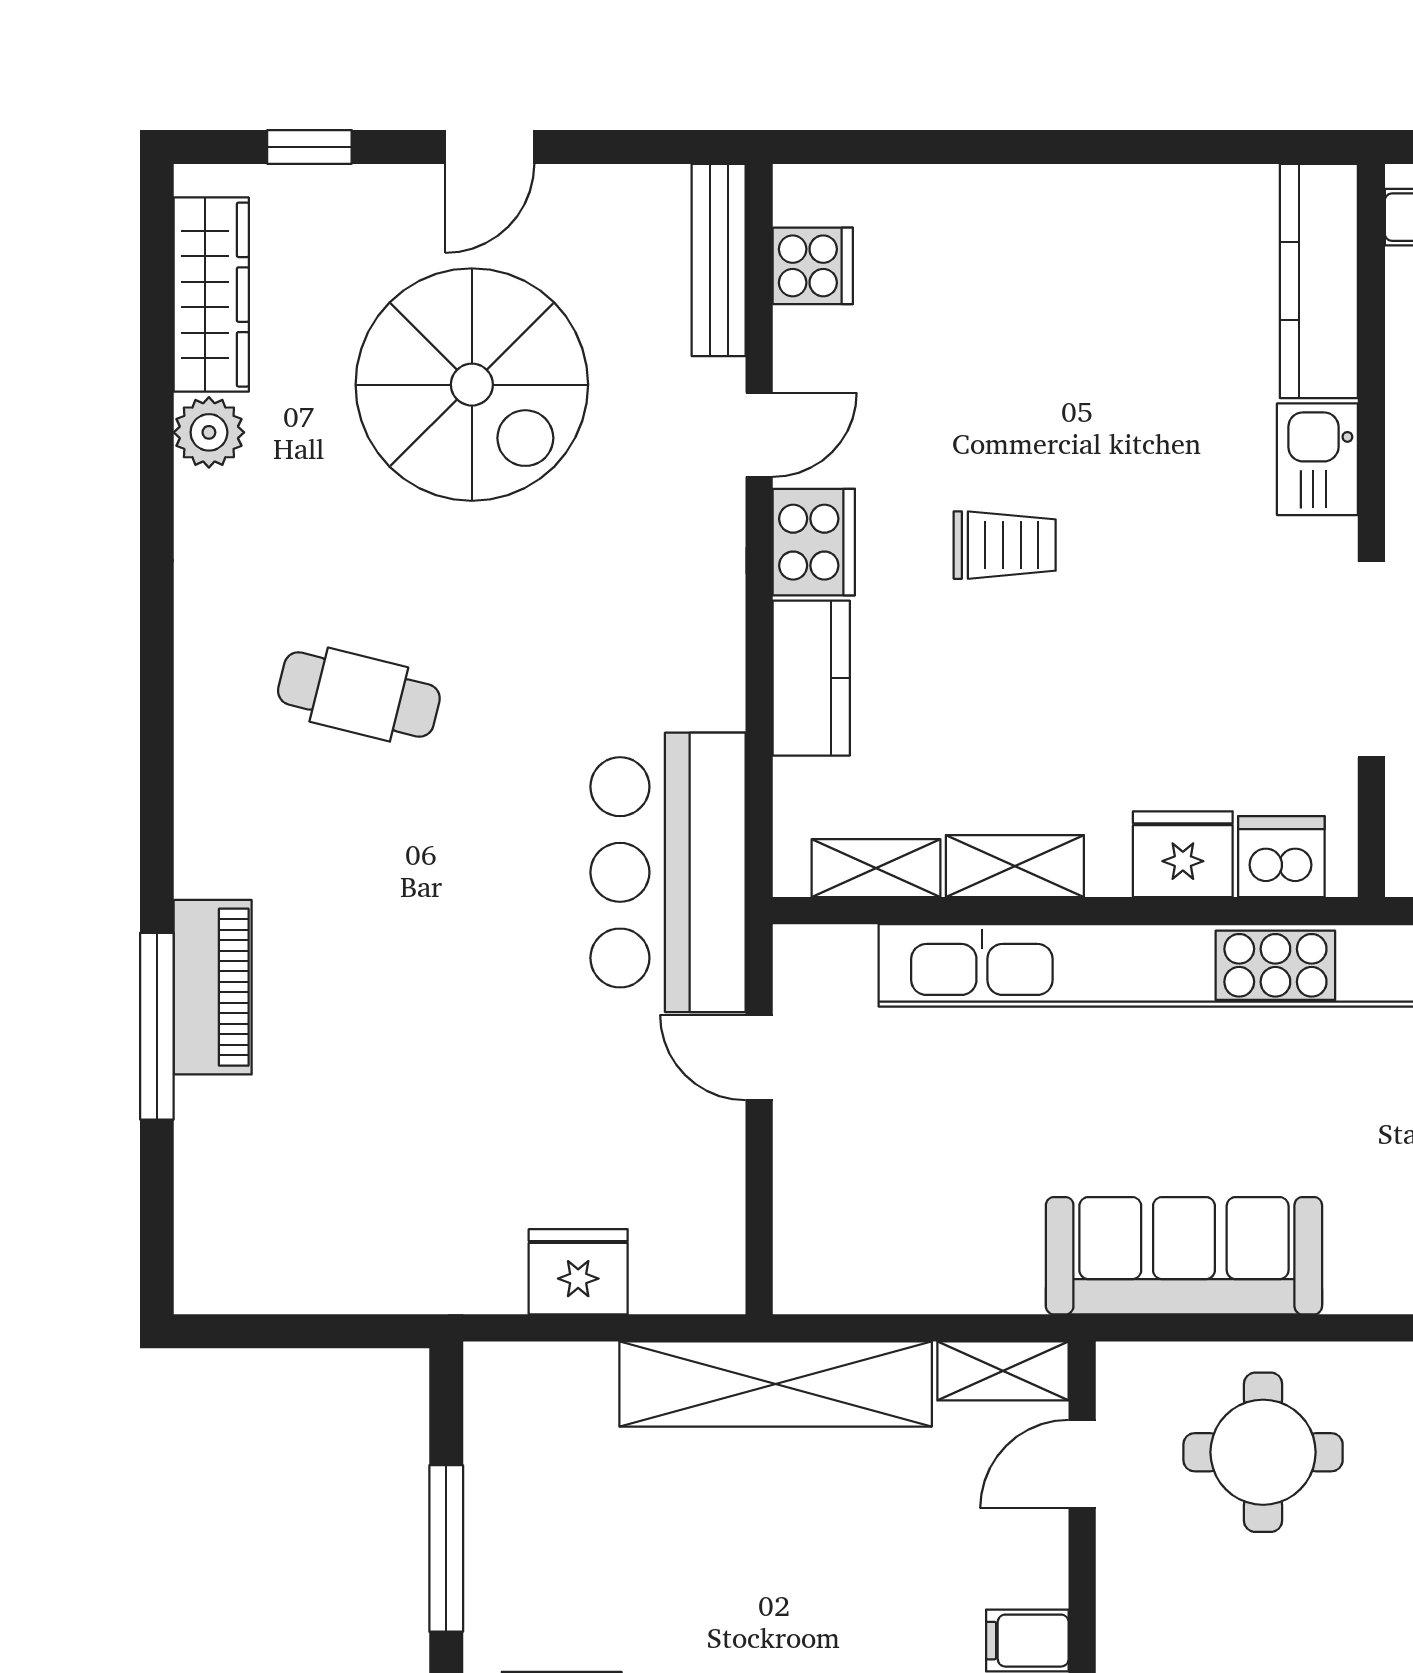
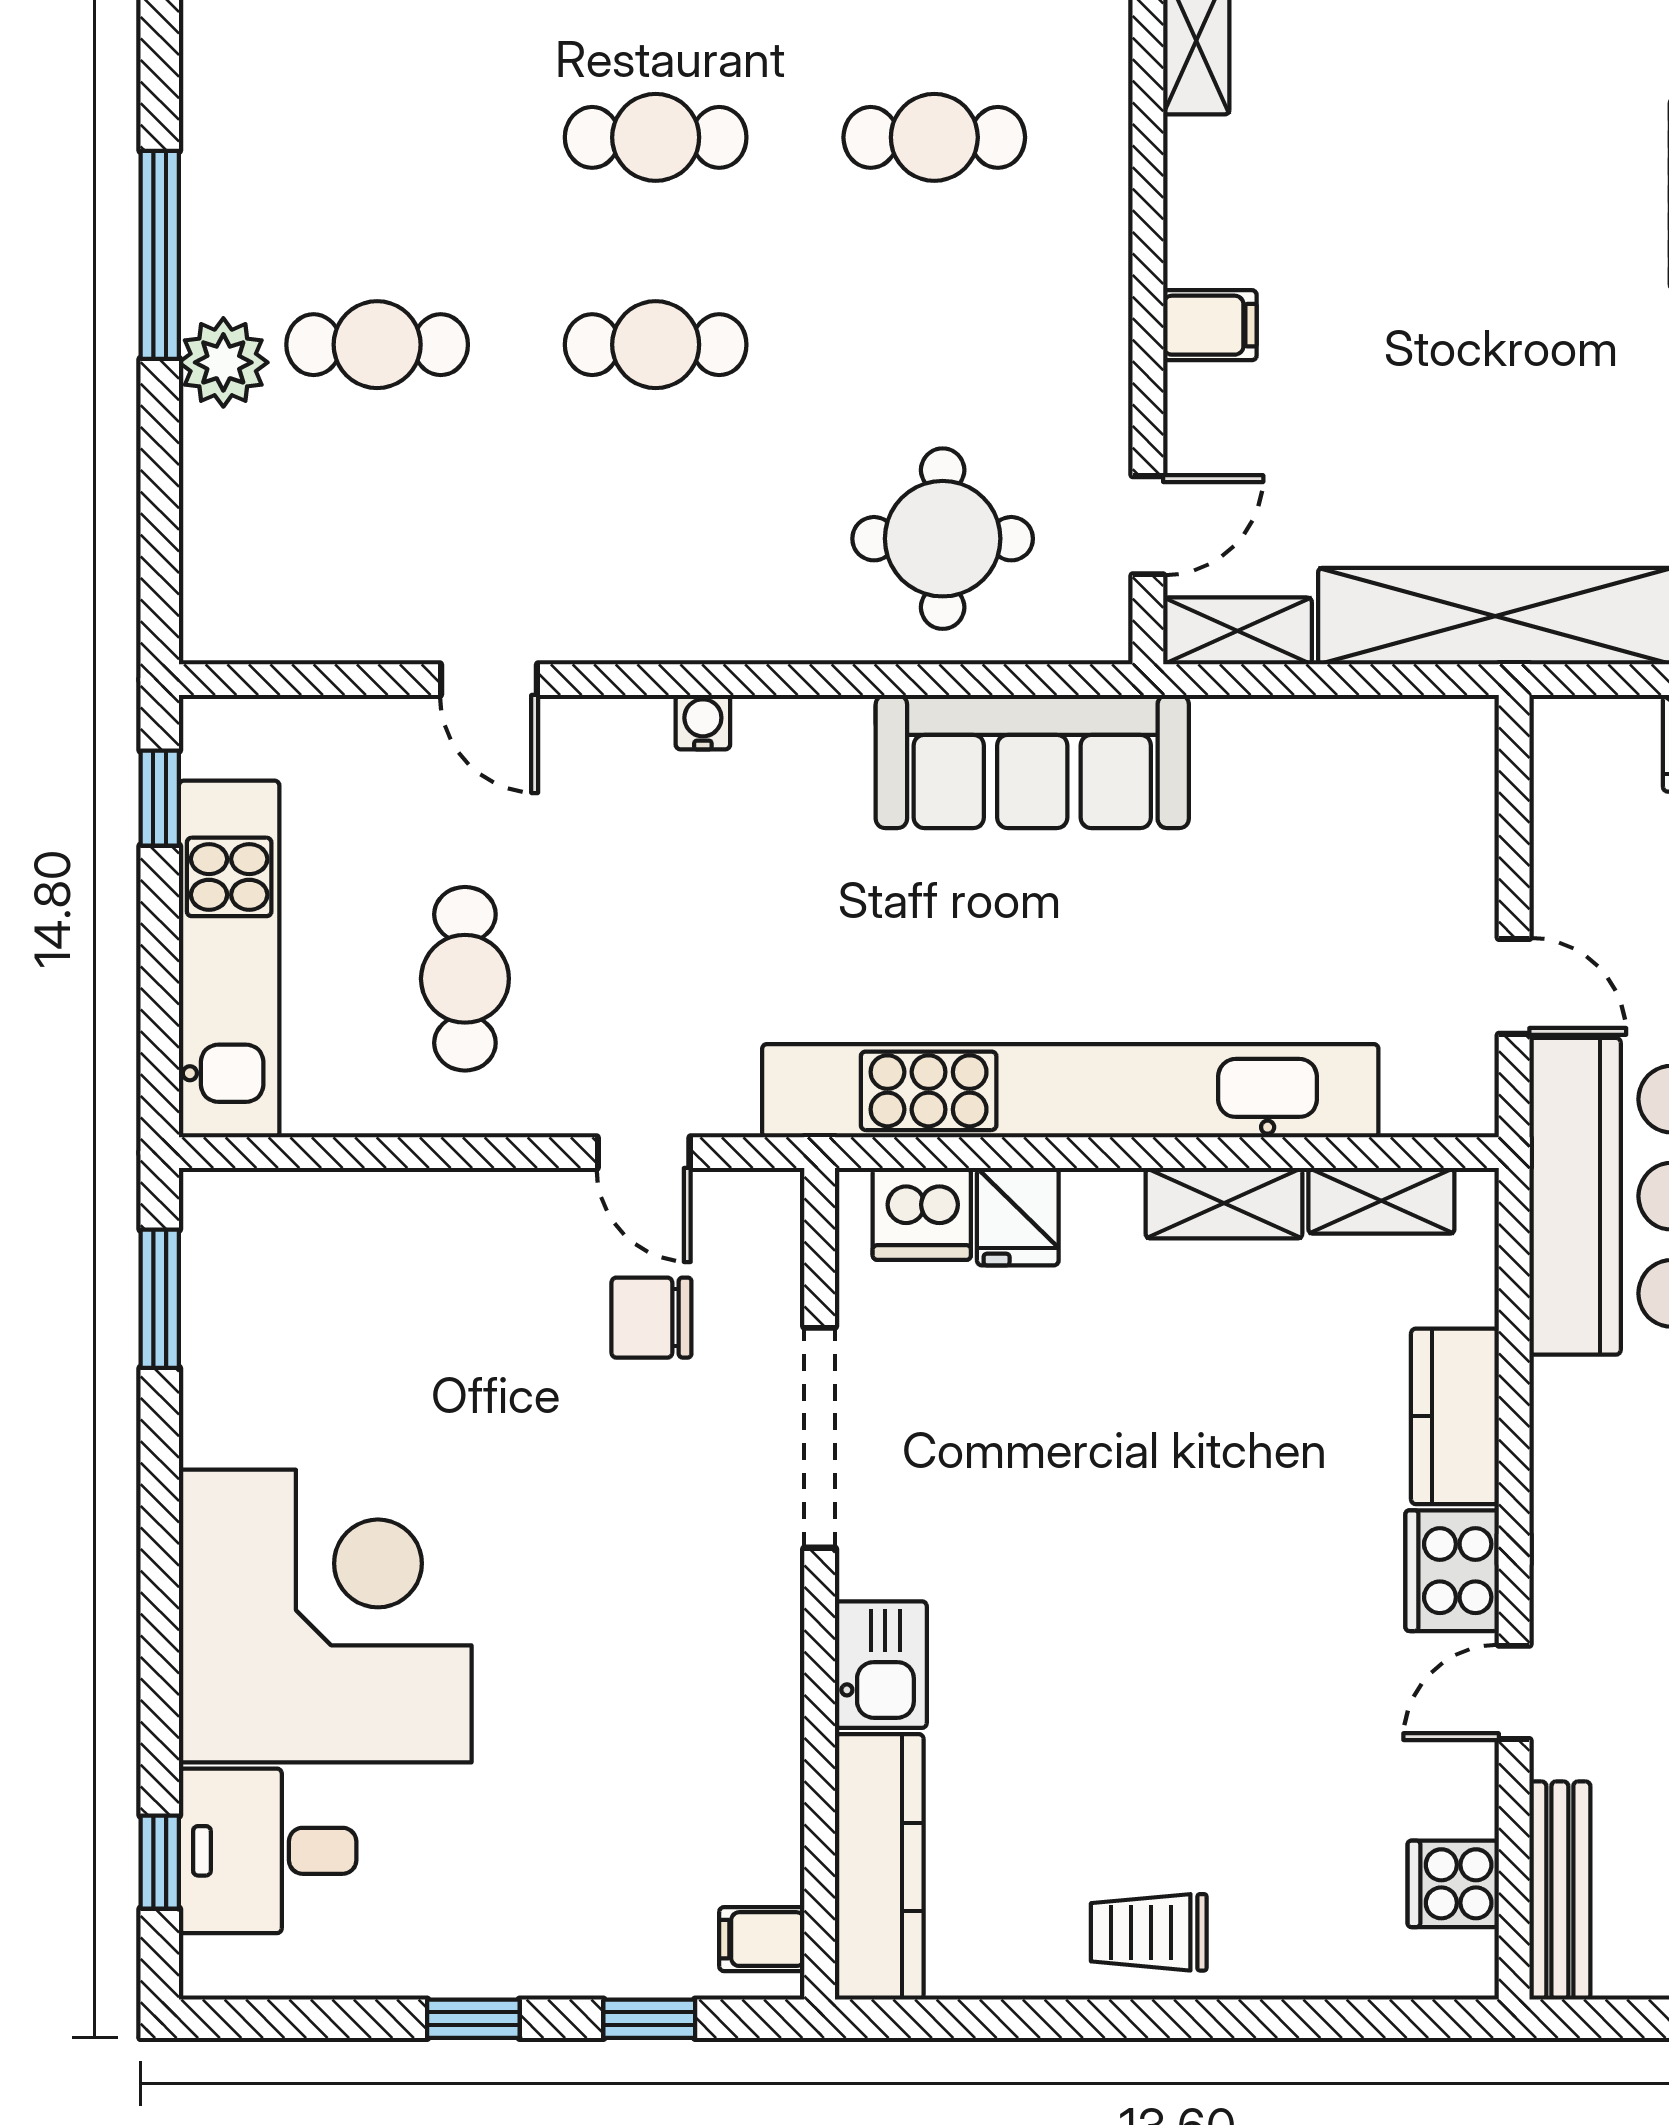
trolley: (1005, 545) -> (1149, 1932), moved
fridge: (1183, 854) -> (1018, 1217), width x0.72

